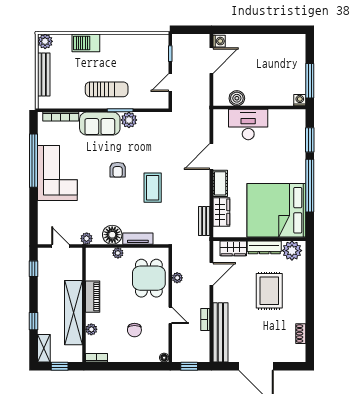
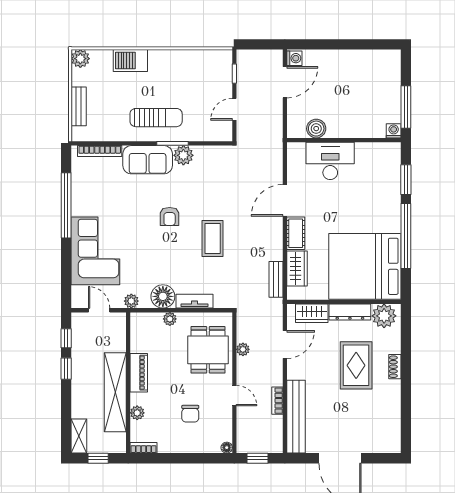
bench: (44, 74) -> (79, 106), width x0.73
corner sofa: (57, 173) -> (95, 251), moved
window: (34, 321) -> (66, 369), moved
shoe rack: (301, 334) -> (395, 367), moved

